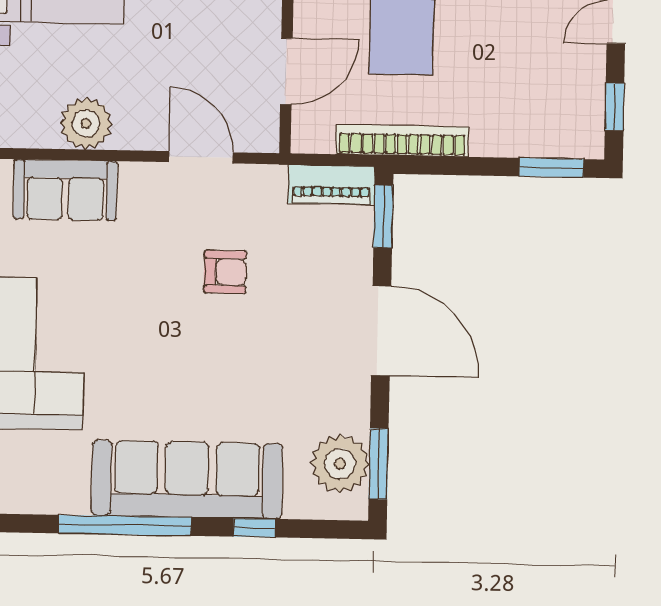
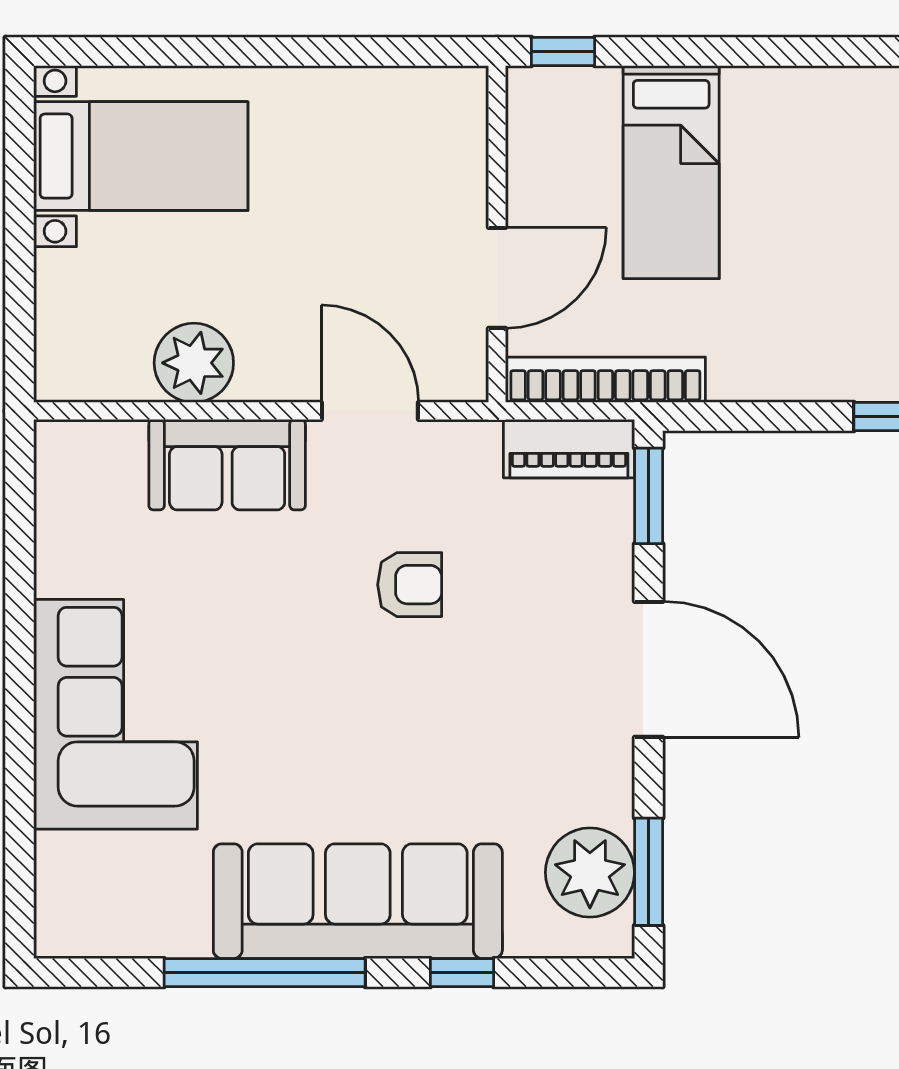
bookcase: (402, 141) -> (605, 380), moved
sofa: (65, 190) -> (227, 465), moved

